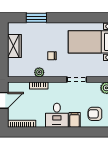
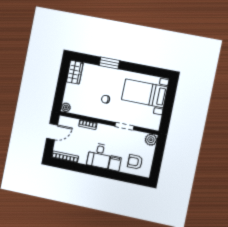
window: (36, 18) -> (109, 63), moved
wardrobe: (14, 46) -> (75, 72), moved
plant: (39, 72) -> (66, 107), moved

